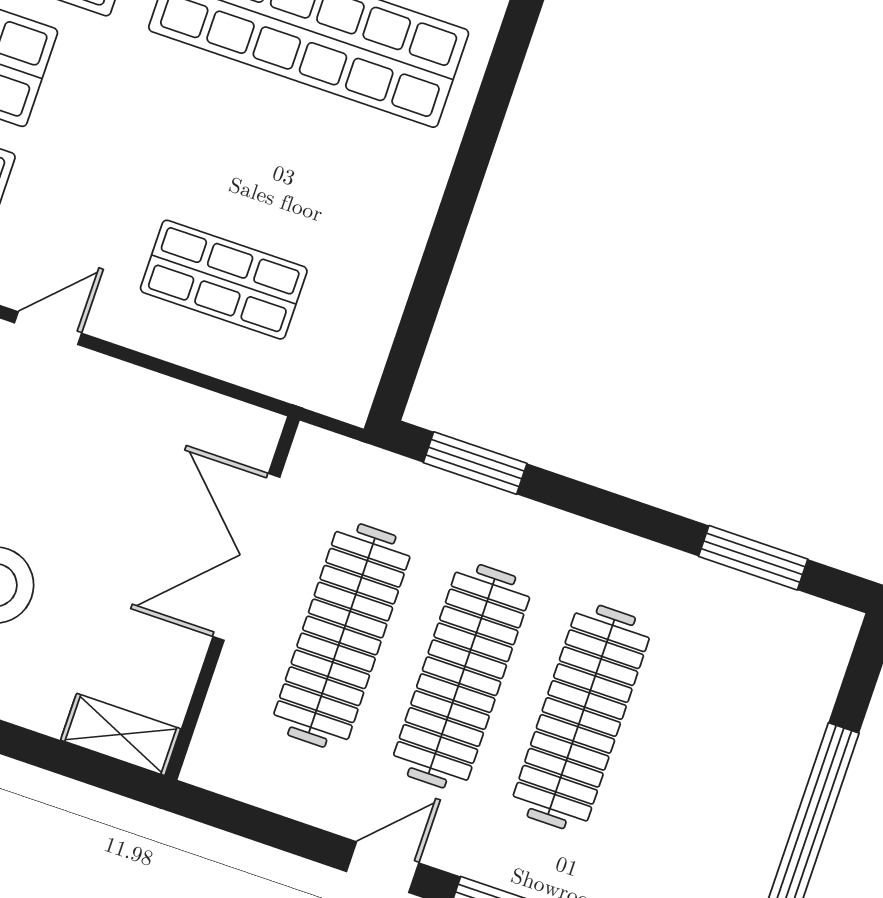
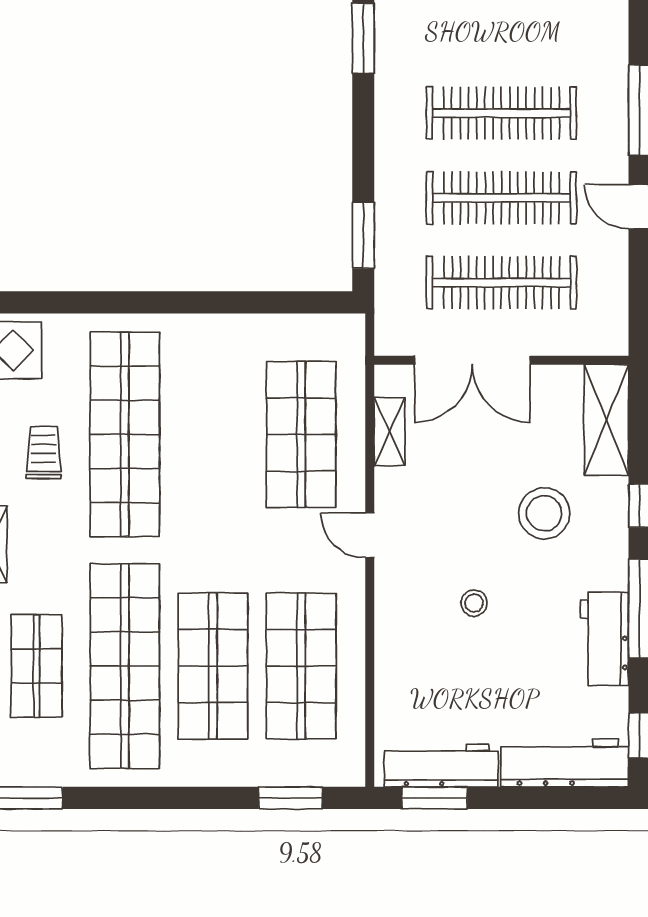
shop shelf: (224, 280) -> (301, 434), width x1.43, depth x1.36
shelving: (185, 406) -> (390, 431), added
shelving: (121, 734) -> (606, 420), width x1.50, depth x1.33

